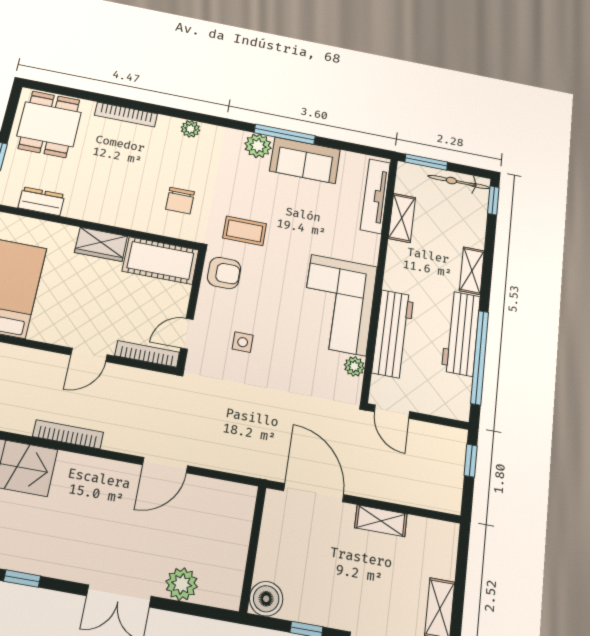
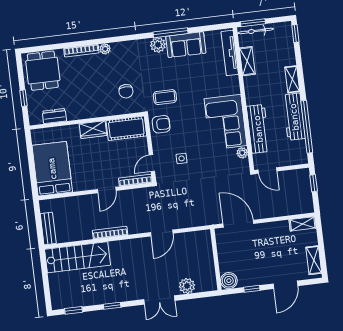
plant: (190, 129) -> (105, 49), moved
bicycle: (459, 182) -> (256, 31), moved
shelving: (381, 521) -> (303, 224), moved

